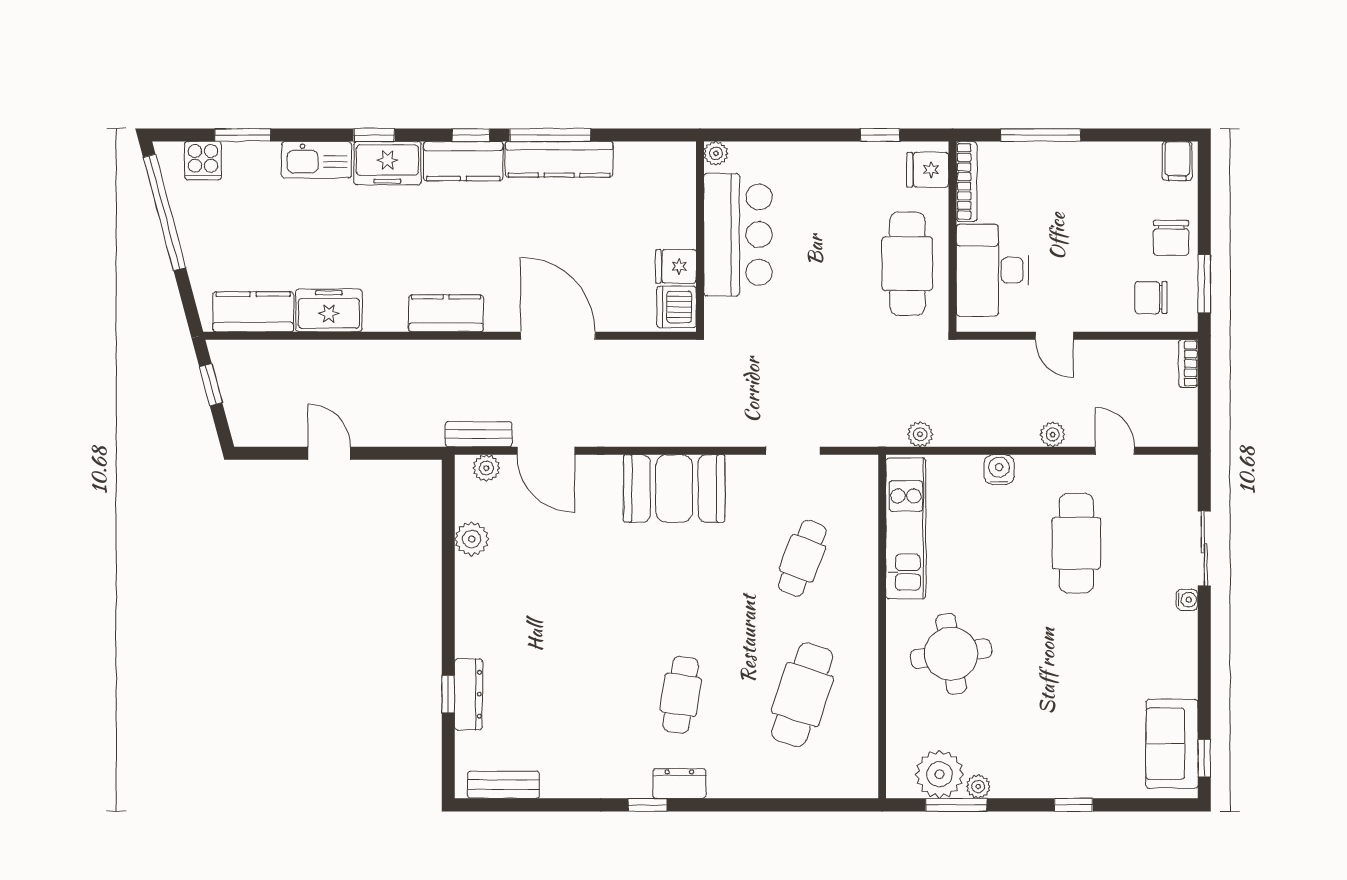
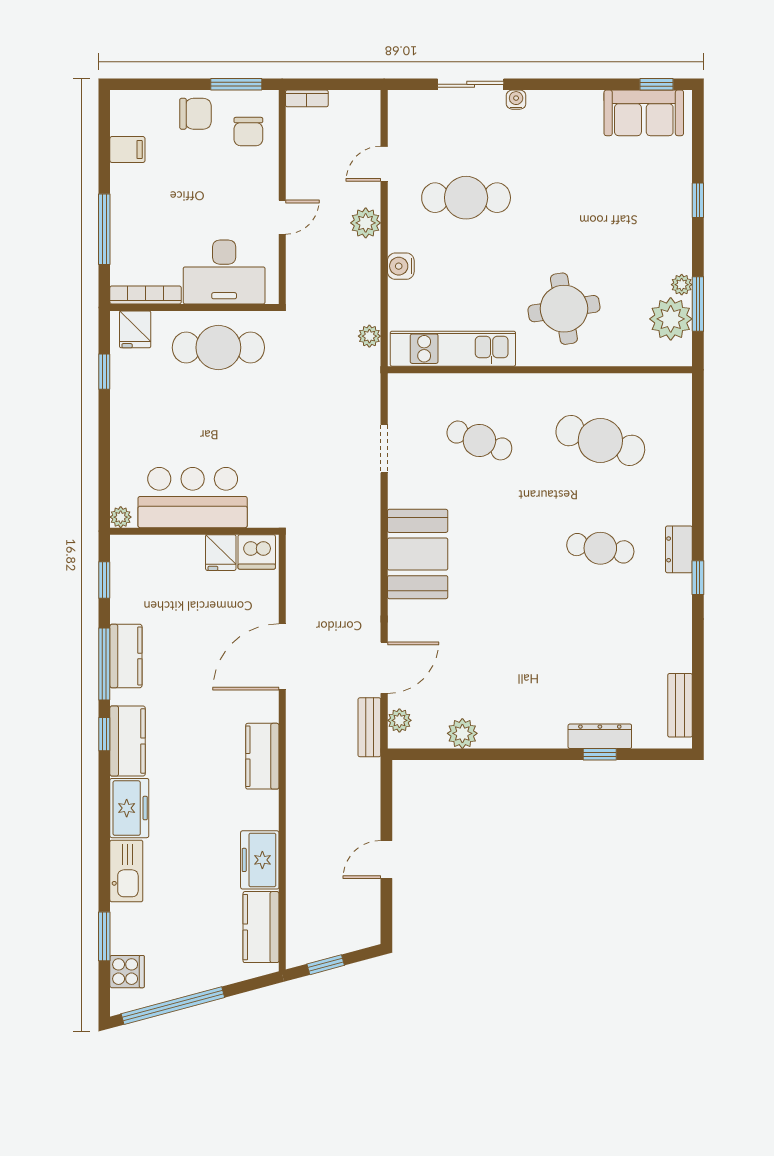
window: (374, 135) -> (104, 580), moved
kitchen counter: (559, 159) -> (126, 656), width x0.67
filing cabinet: (1177, 161) -> (127, 150), moved
plant: (1053, 434) -> (366, 223), width x1.38, depth x1.38

